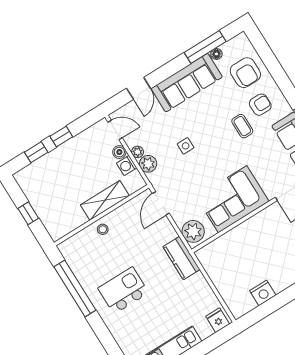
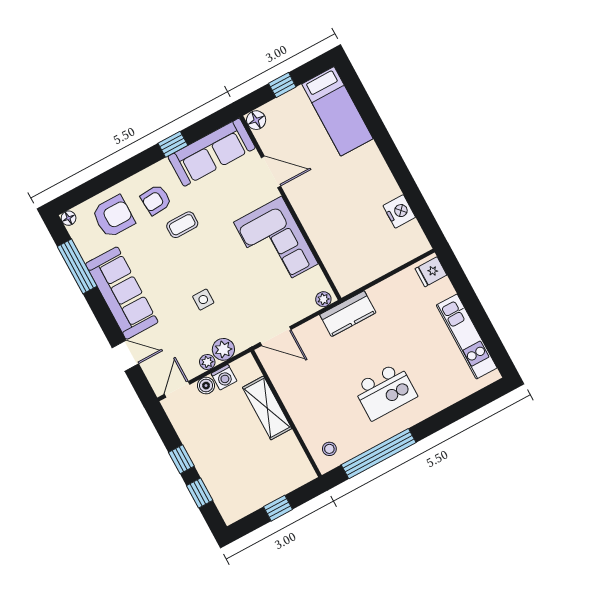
floor lamp: (216, 54) -> (69, 218), moved
armchair: (260, 105) -> (156, 200), turned -94
stool: (103, 229) -> (329, 449), moved
plant: (193, 231) -> (323, 299), width x0.53, depth x0.53
kitchen island: (123, 290) -> (385, 391), turned -90

